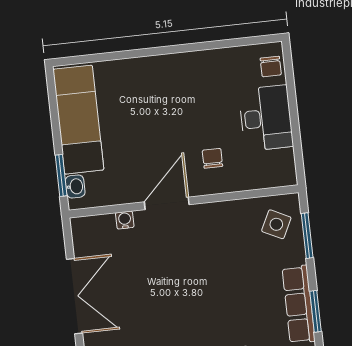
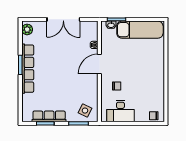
desk: (266, 118) -> (120, 111), moved
door: (167, 203) -> (99, 64), swing flipped

